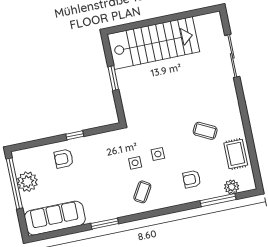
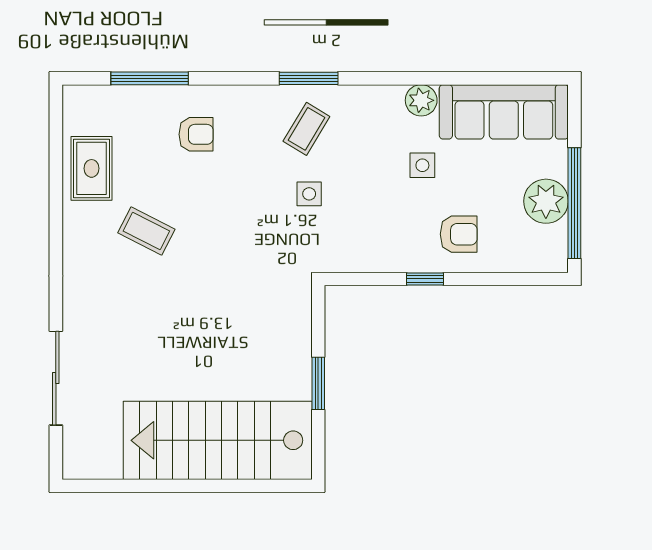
side table: (158, 154) -> (422, 165), moved
plant: (232, 187) -> (421, 100), moved
window: (105, 224) -> (309, 78), moved

